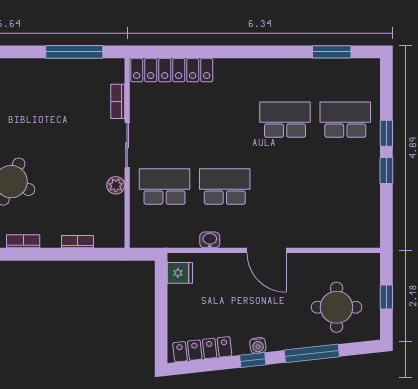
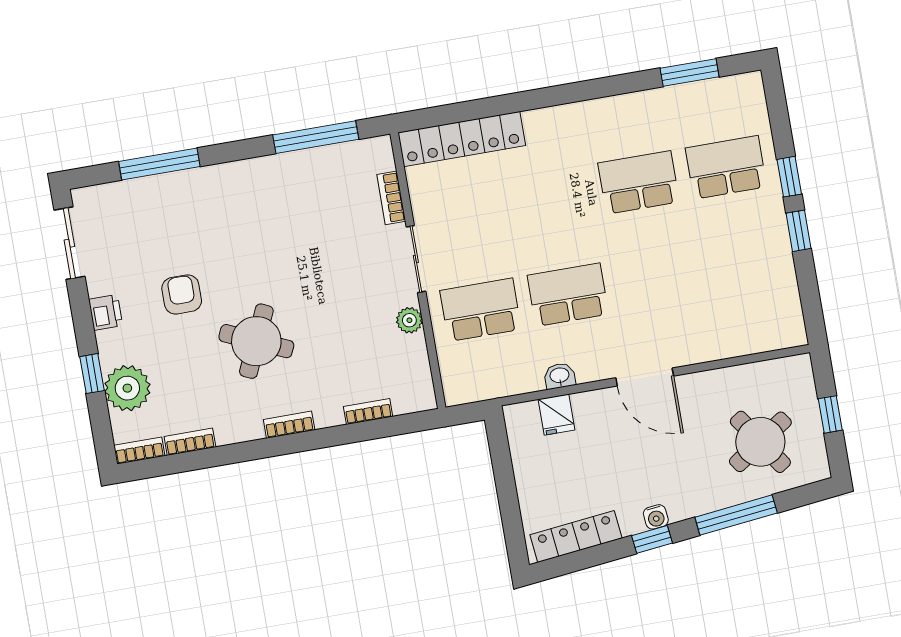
fridge: (180, 273) -> (557, 415), moved, turned 90
round table: (337, 307) -> (760, 442), turned -34

